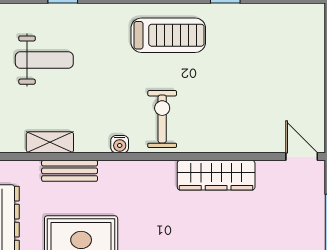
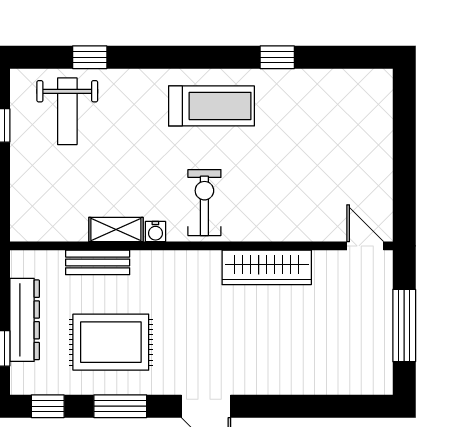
weight bench: (44, 60) -> (67, 111), moved, turned 90
shelving: (50, 142) -> (116, 229), moved

